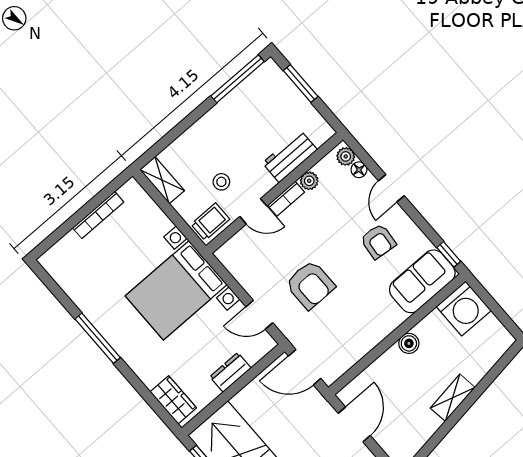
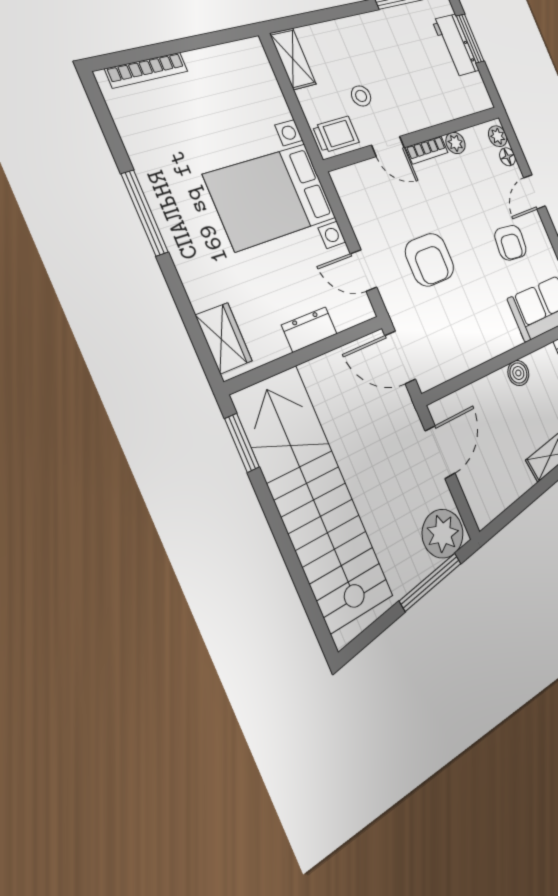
workbench: (290, 156) -> (455, 45), moved, turned -90
bookcase: (98, 215) -> (147, 70), moved

